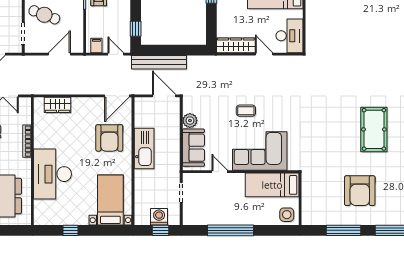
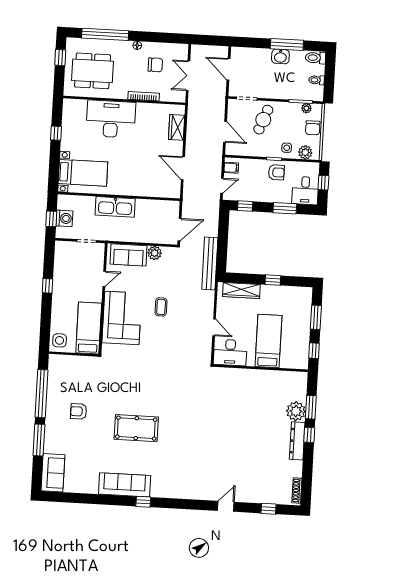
wardrobe: (236, 45) -> (241, 290), moved, turned 90
door: (264, 54) -> (214, 327), hinge flipped
bench: (159, 62) -> (210, 264), moved
door: (117, 96) -> (183, 168), moved
armchair: (109, 138) -> (142, 175), removed
kitchen sink: (144, 149) -> (115, 207), moved
armchair: (360, 191) -> (79, 411), width x0.53, depth x0.53
window: (231, 230) -> (48, 286), width x0.32
window: (343, 230) -> (41, 394), width x1.46

